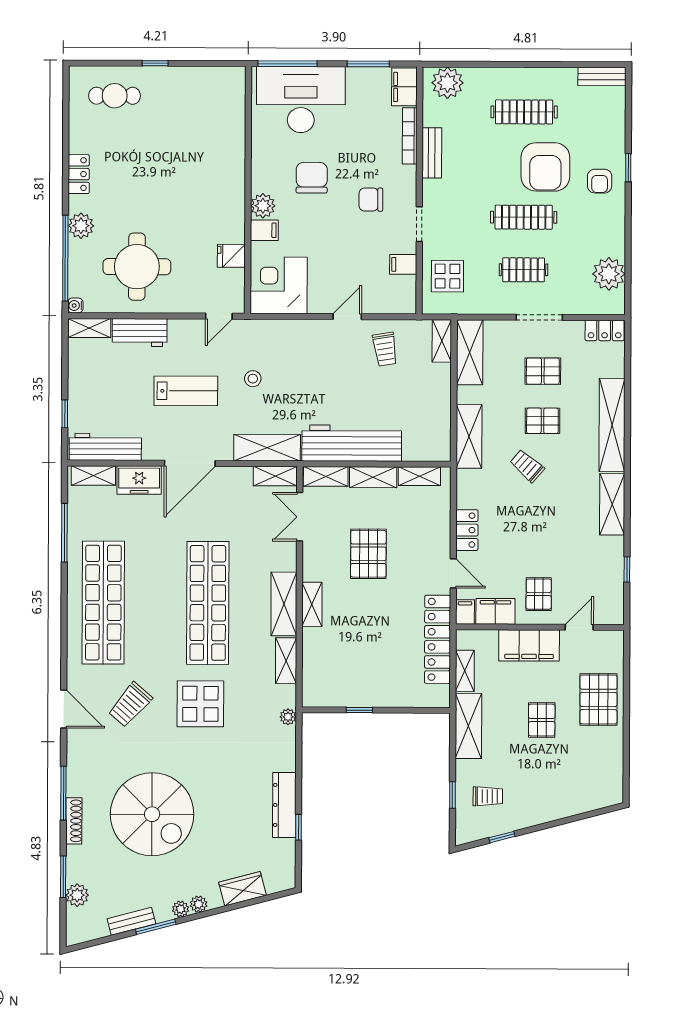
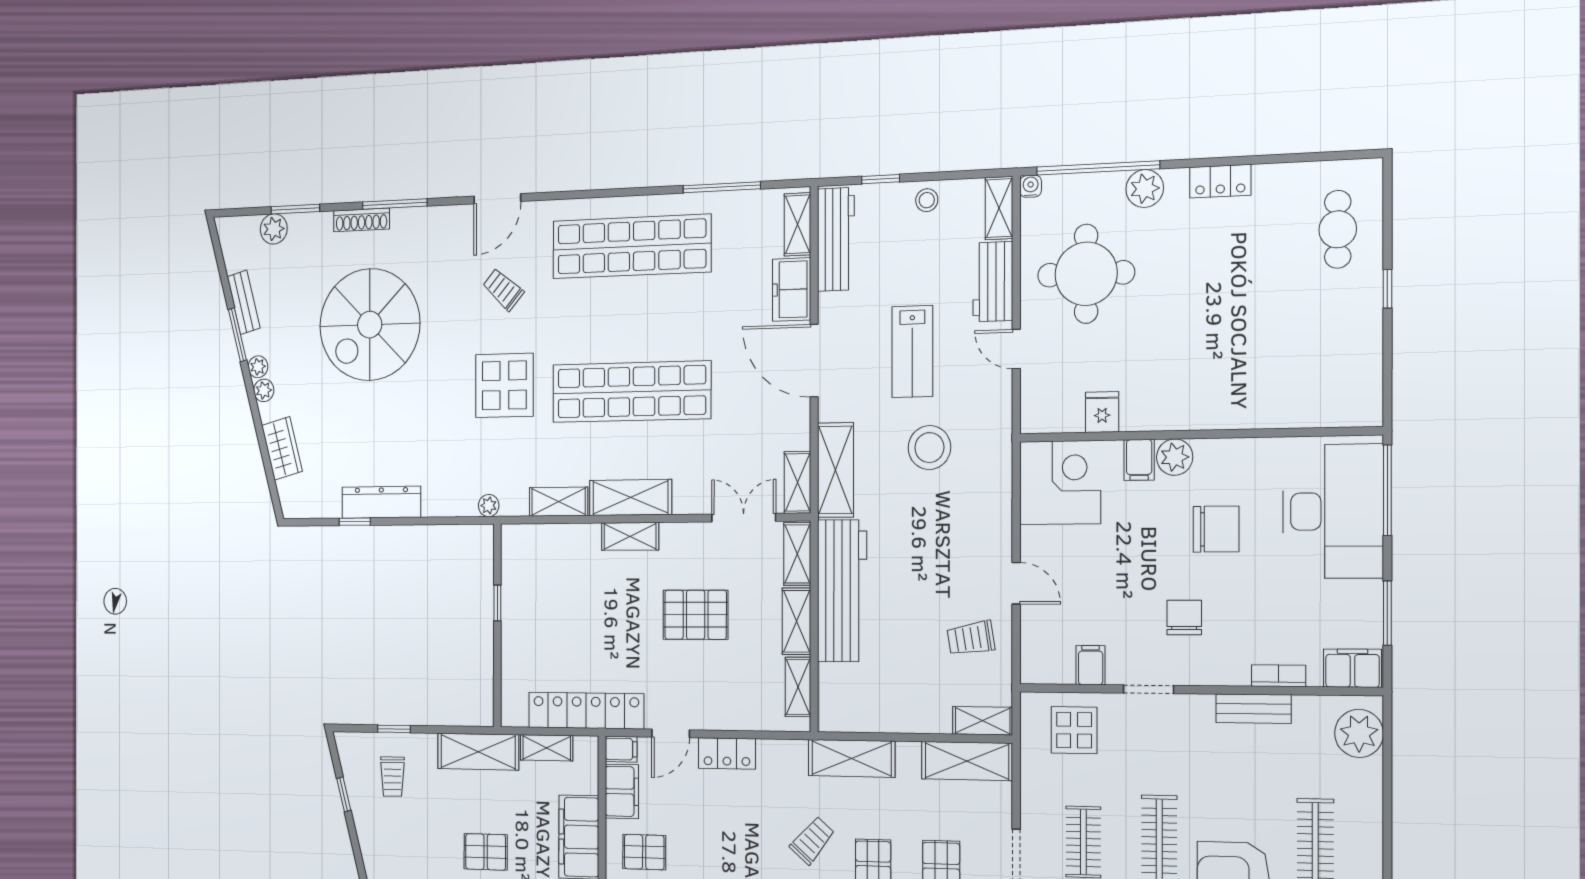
bookcase: (410, 136) -> (1279, 676), width x0.64
door: (219, 316) -> (1016, 349), moved
stool: (253, 379) -> (929, 448), width x1.89, depth x1.89
stool: (81, 380) -> (927, 200), added
trolley: (130, 705) -> (503, 289), width x0.73, depth x0.72

